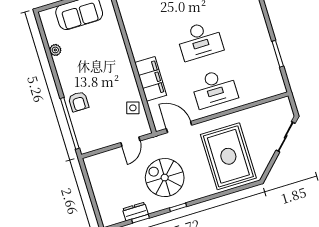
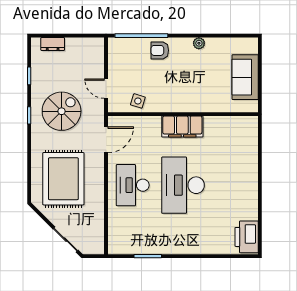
desk: (200, 41) -> (183, 185), width x1.36, depth x1.30
plant: (55, 50) -> (199, 43), moved
filing cabinet: (151, 79) -> (182, 127), moved
rug: (228, 156) -> (63, 179), turned 90
dresser: (135, 212) -> (53, 44), moved, turned 90

